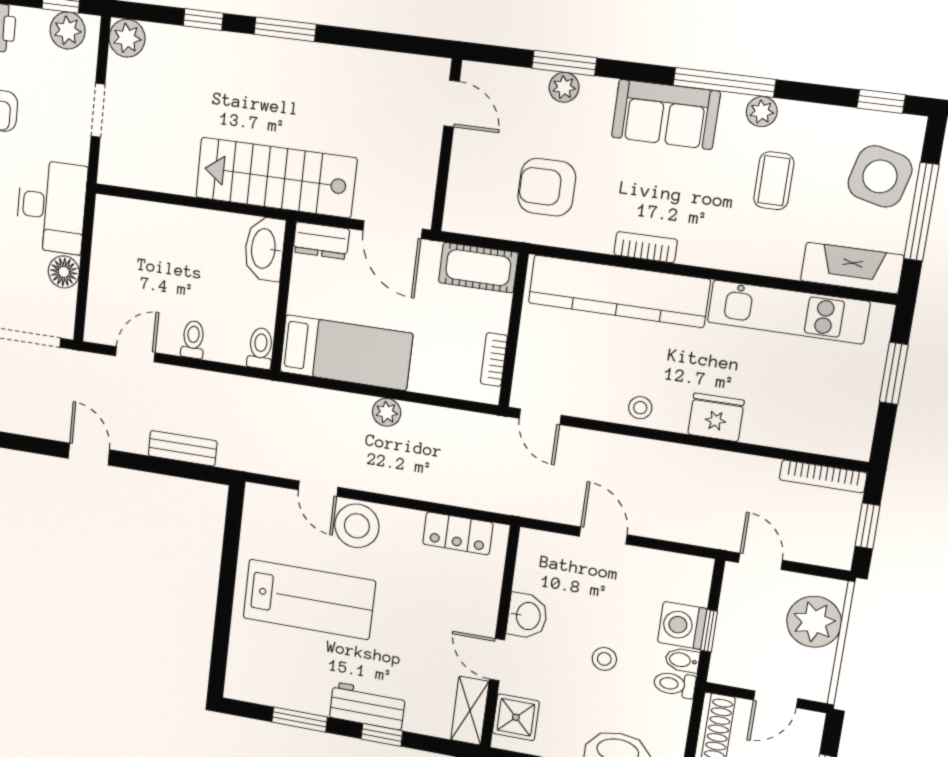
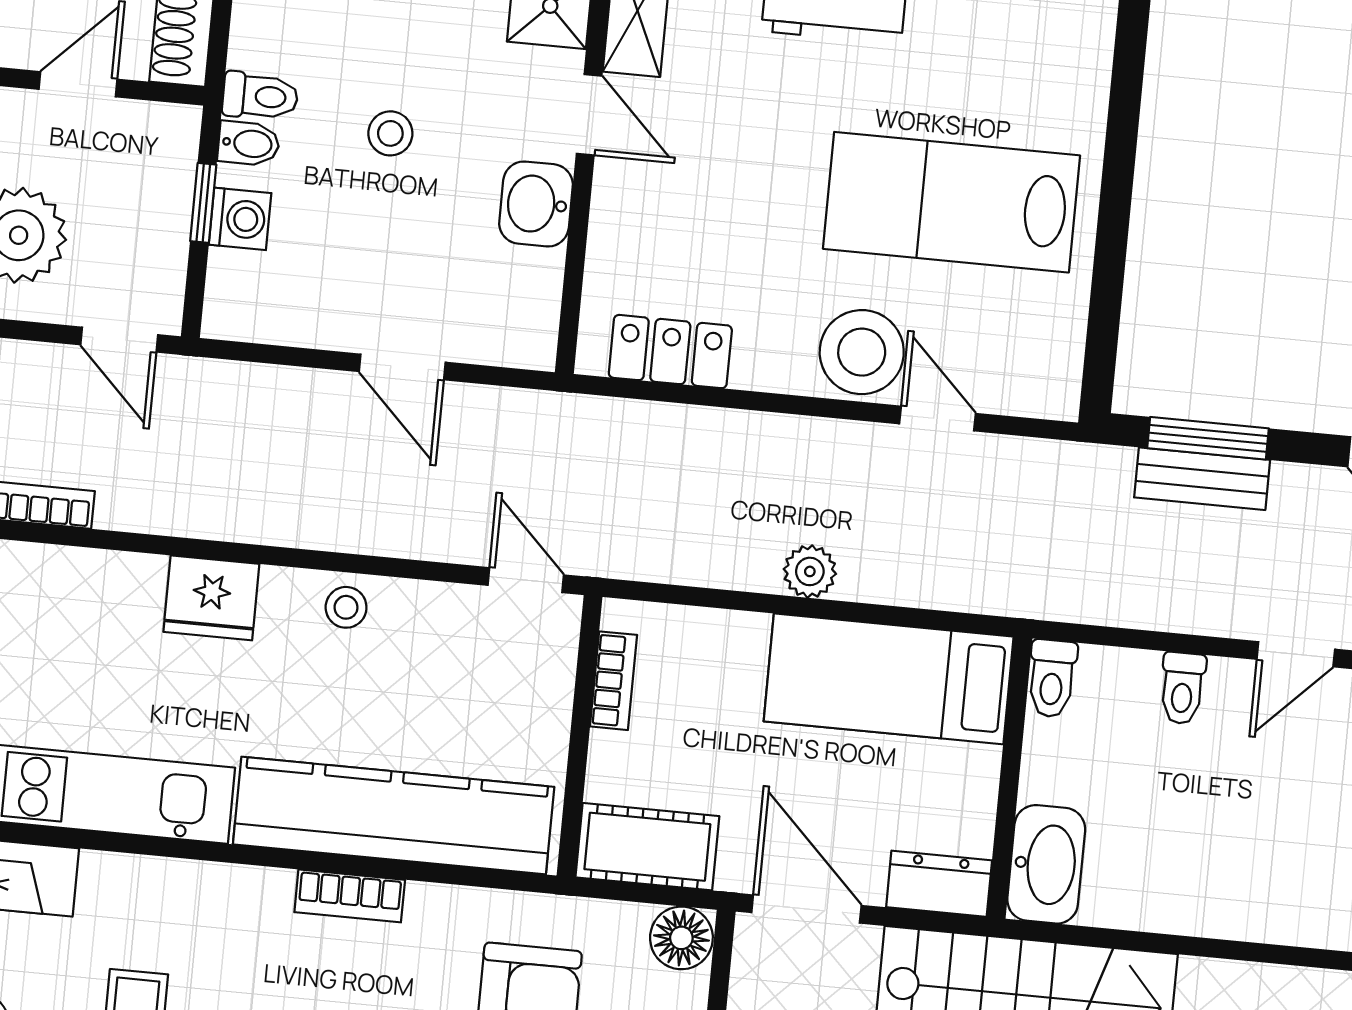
floor lamp: (461, 216) -> (681, 938), added
window: (180, 469) -> (1208, 438), added
washing machine: (682, 625) -> (240, 219), width x0.73, depth x0.73

